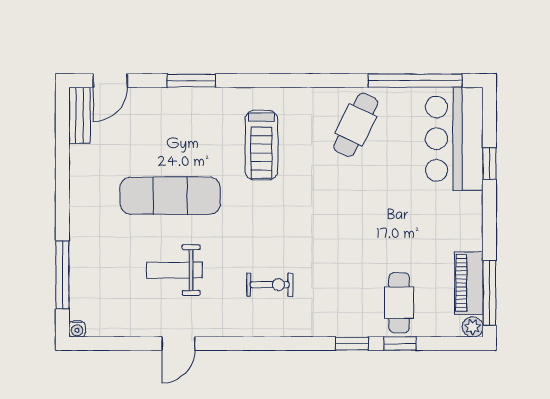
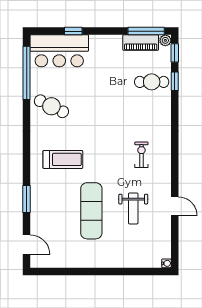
bench: (80, 115) -> (46, 262), removed
window: (62, 275) -> (136, 272), removed
window: (352, 344) -> (175, 53), moved

